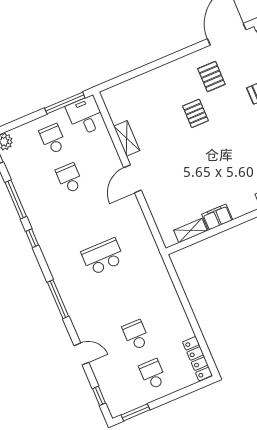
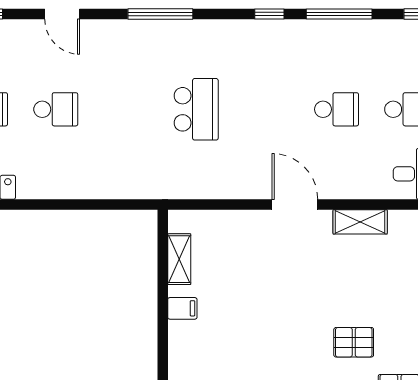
filing cabinet: (217, 217) -> (182, 308), width x0.50
door: (81, 354) -> (62, 14), hinge flipped

